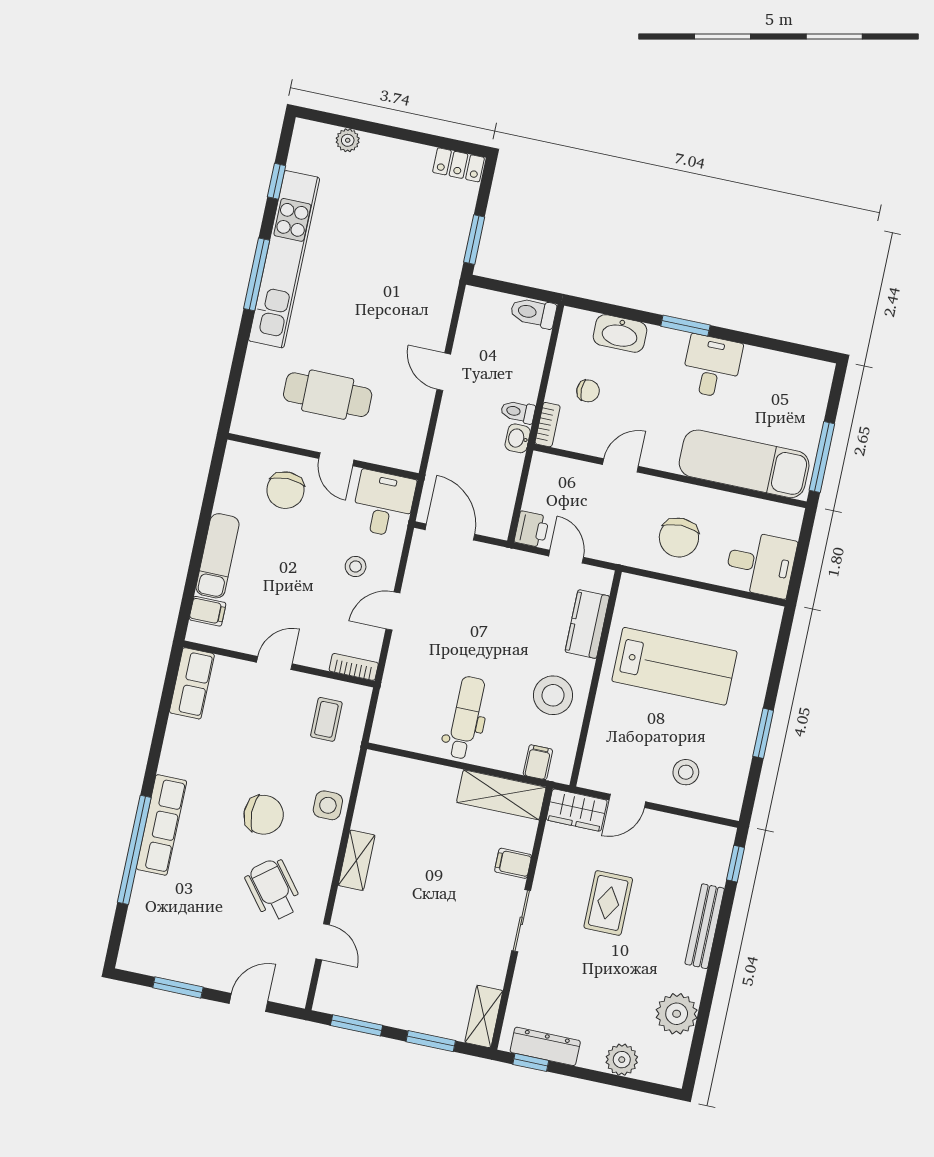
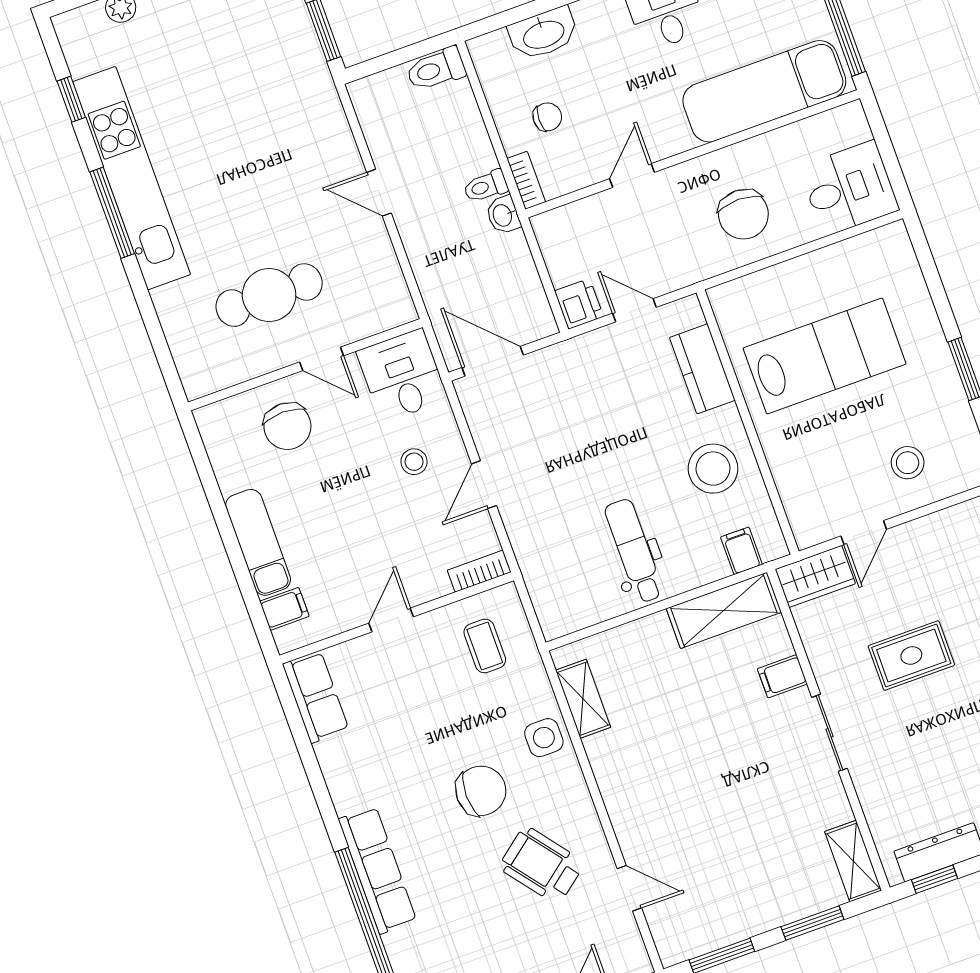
shelving: (357, 860) -> (583, 699), moved
rug: (608, 903) -> (911, 655), turned 90

